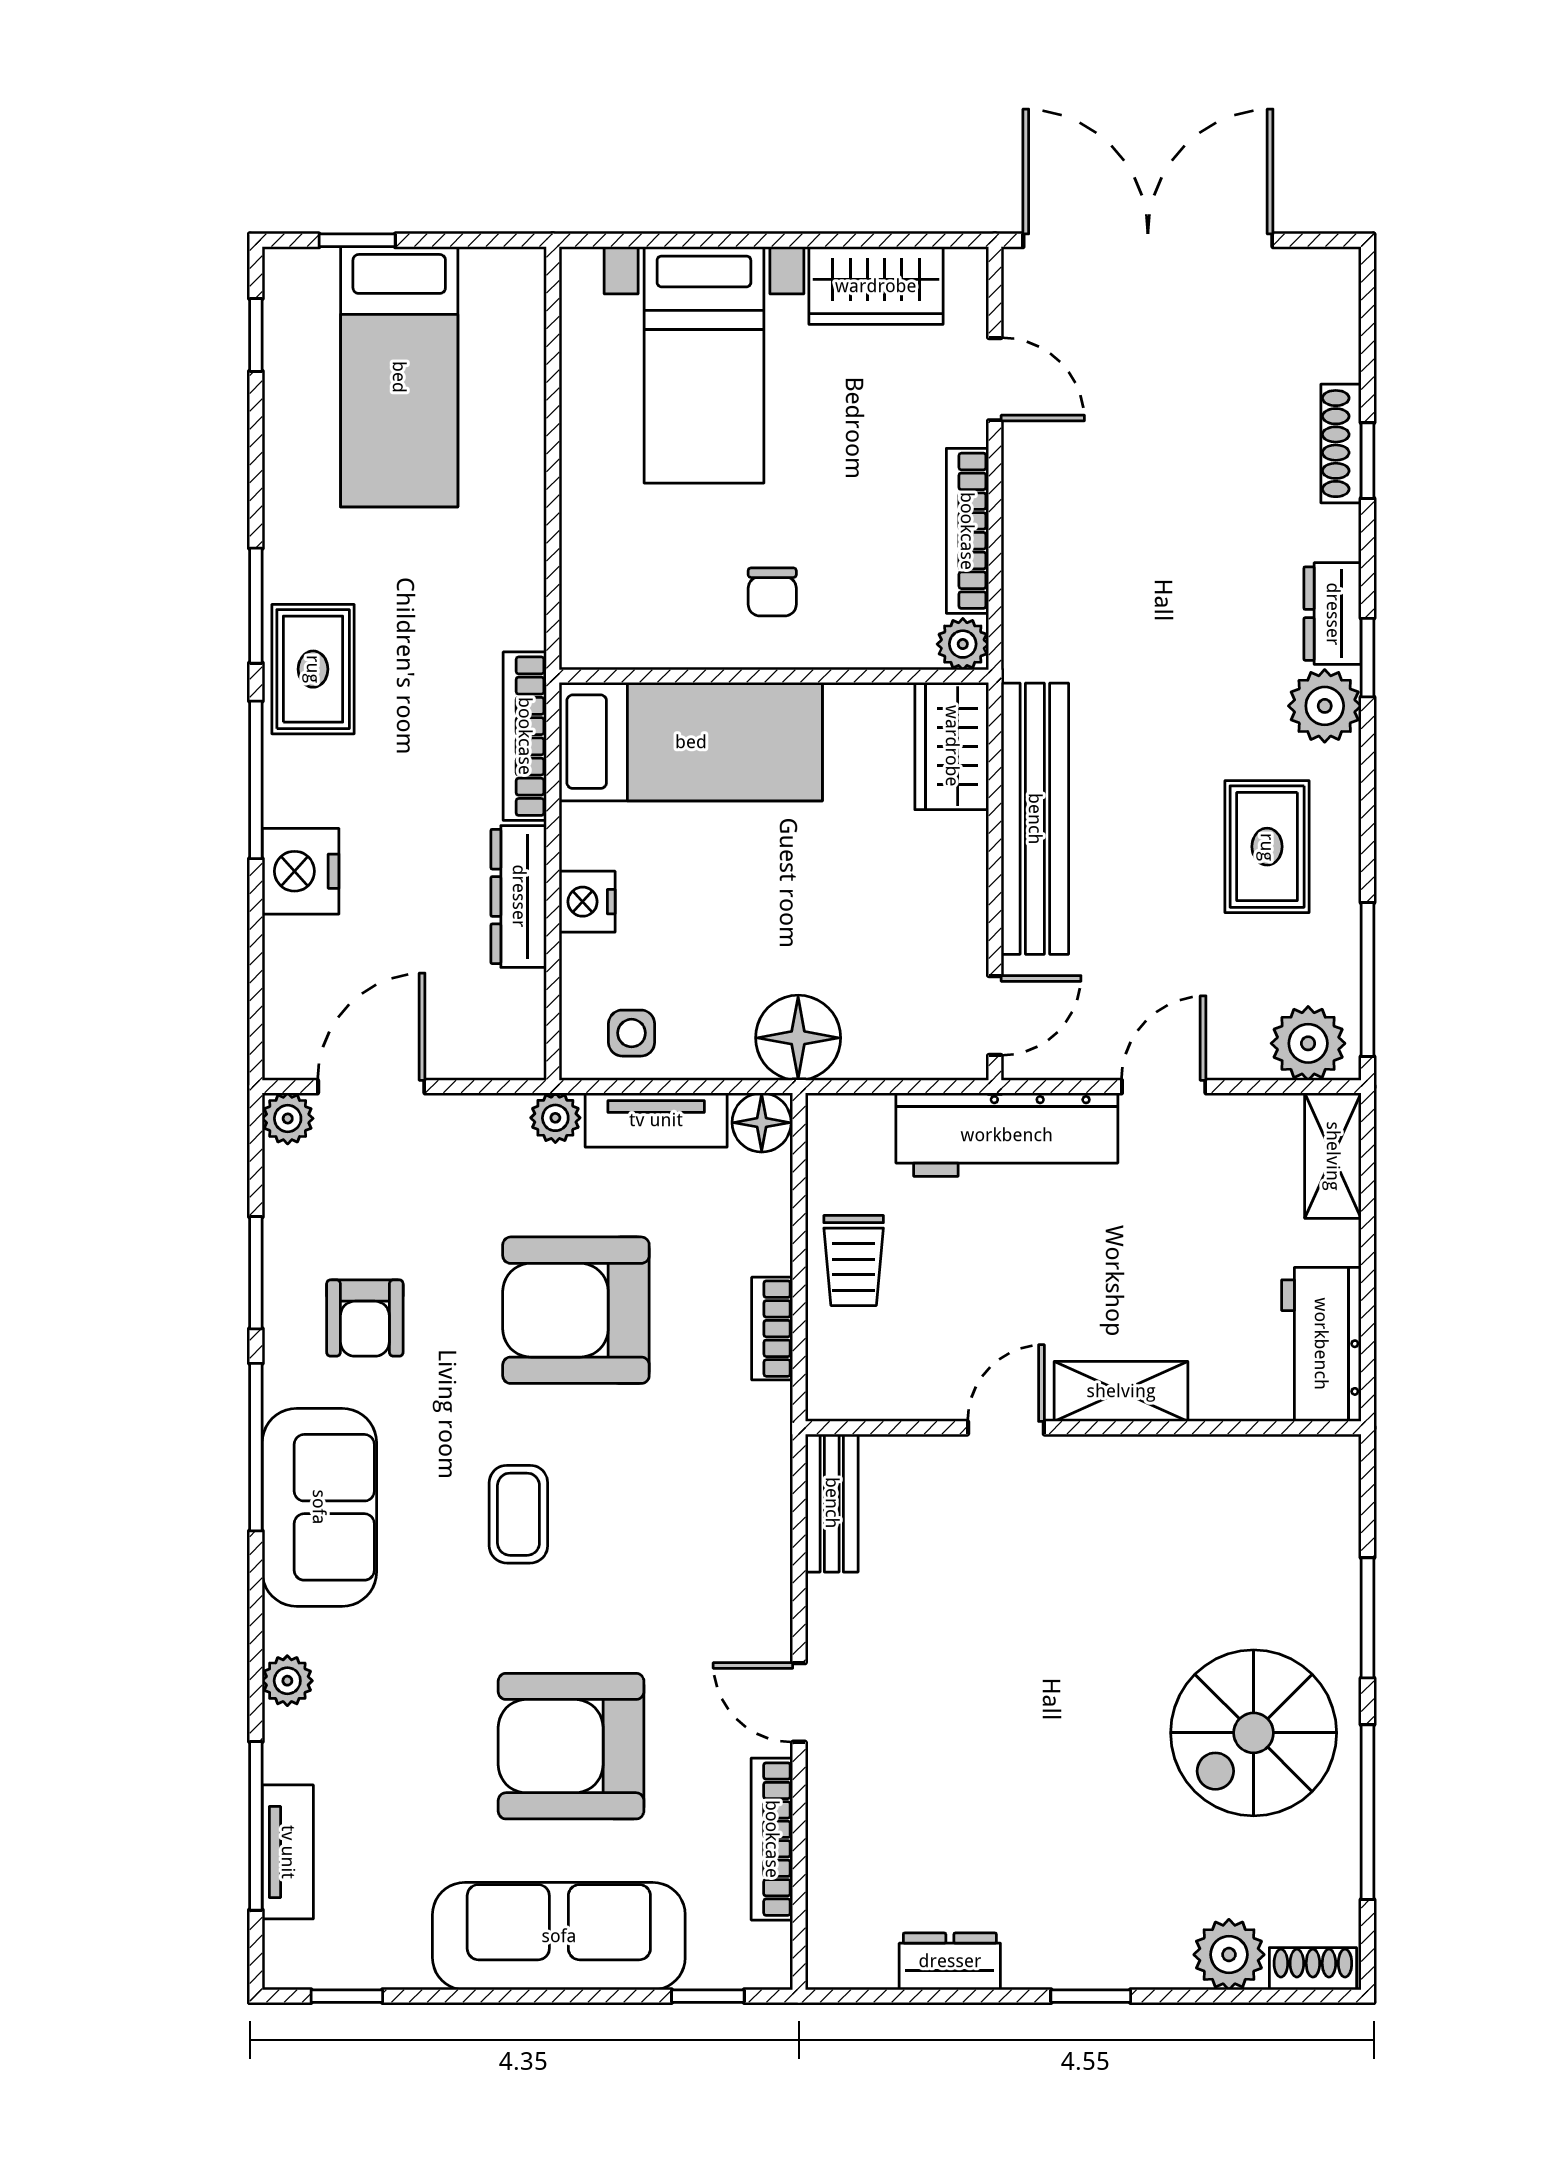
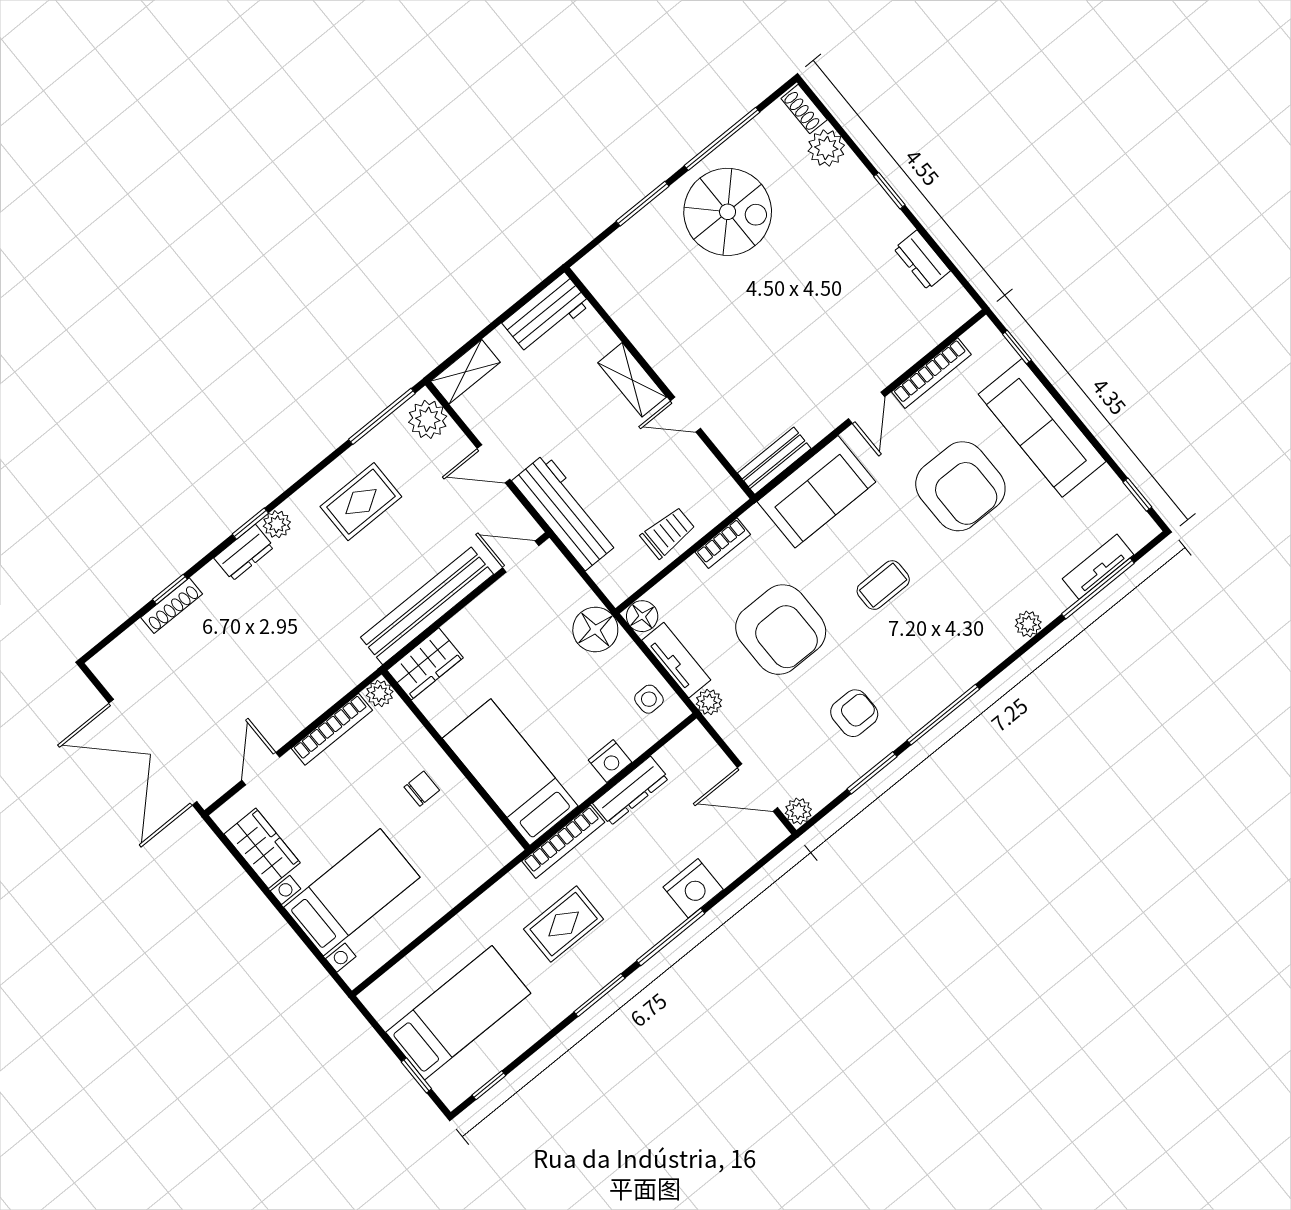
rug: (313, 669) -> (564, 924), moved
plant: (1325, 706) -> (277, 524), width x0.73, depth x0.73
sofa: (319, 1507) -> (816, 492), moved, turned 180

